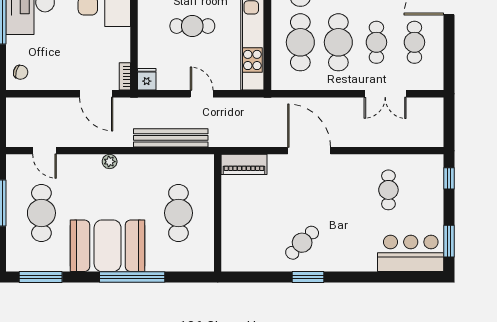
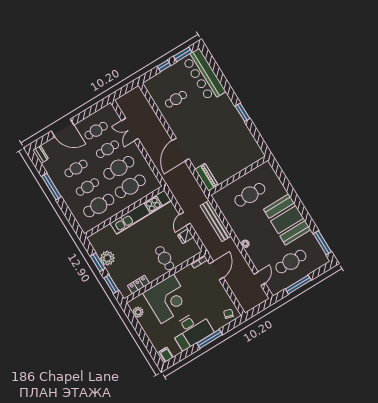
cafe table: (192, 26) -> (165, 258), moved
fridge: (147, 79) -> (186, 236), moved
double door: (385, 94) -> (130, 130), swing flipped
window: (449, 178) -> (164, 66), moved
cafe table: (302, 243) -> (227, 126), removed
bar counter: (411, 253) -> (204, 75), width x1.36
window: (132, 277) -> (295, 198), removed

